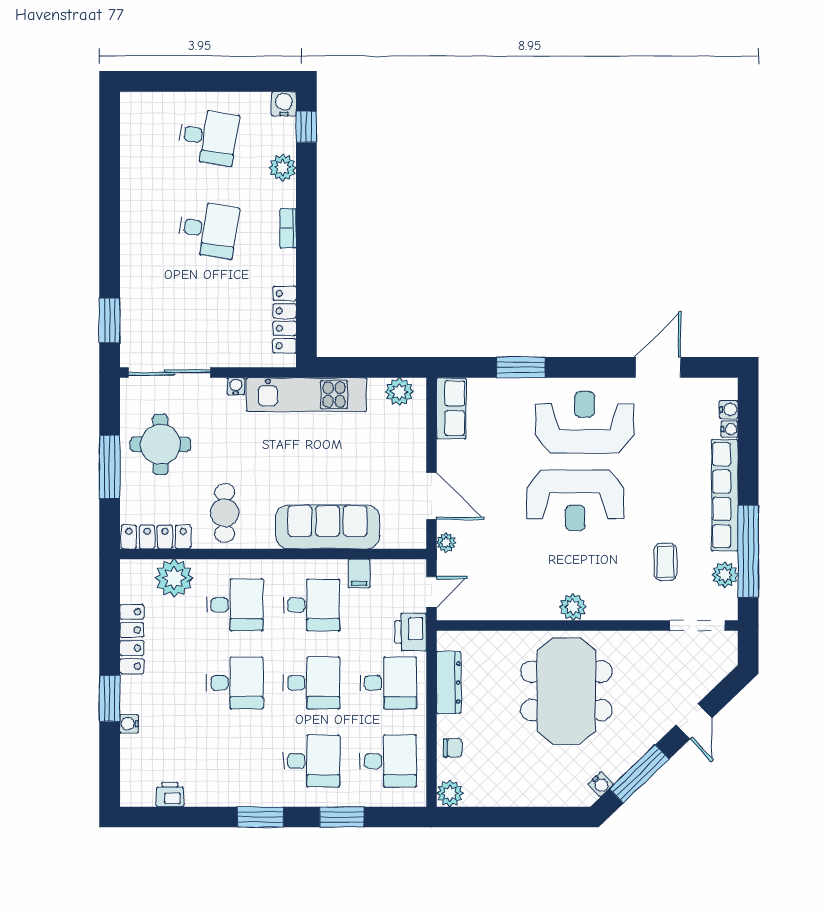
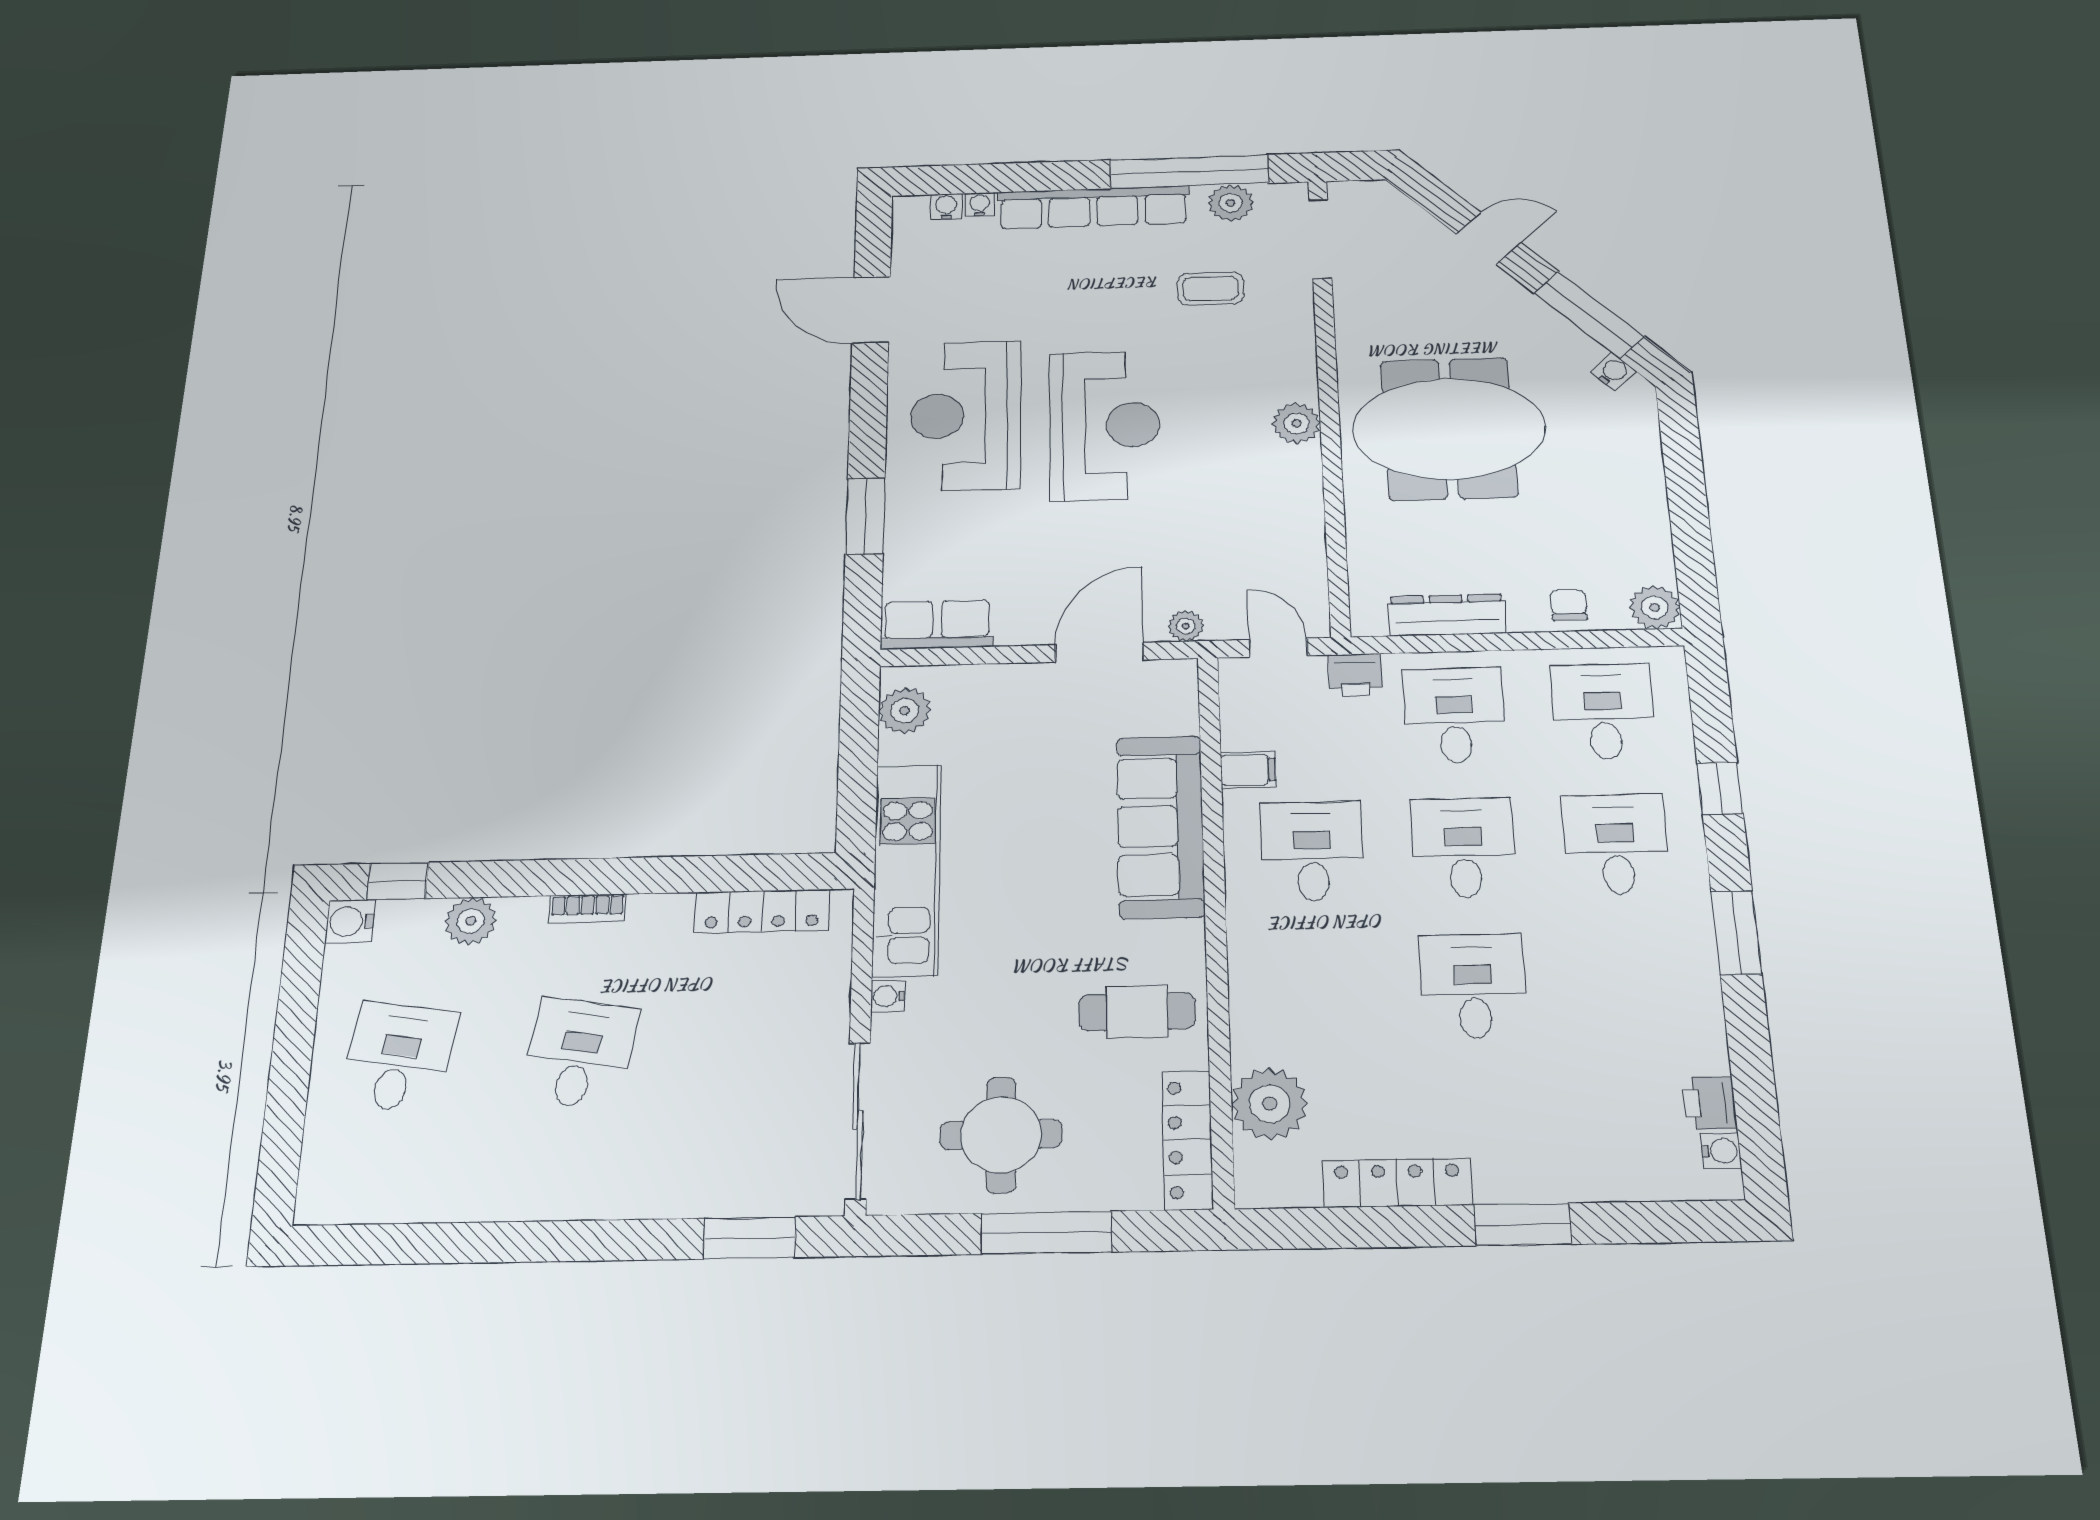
desk: (235, 605) -> (1318, 989), removed
printer: (411, 632) -> (1355, 675), width x0.73, depth x0.81
water cooler: (129, 724) -> (1721, 1151), moved, turned -90
window: (342, 817) -> (1720, 788), width x0.67

